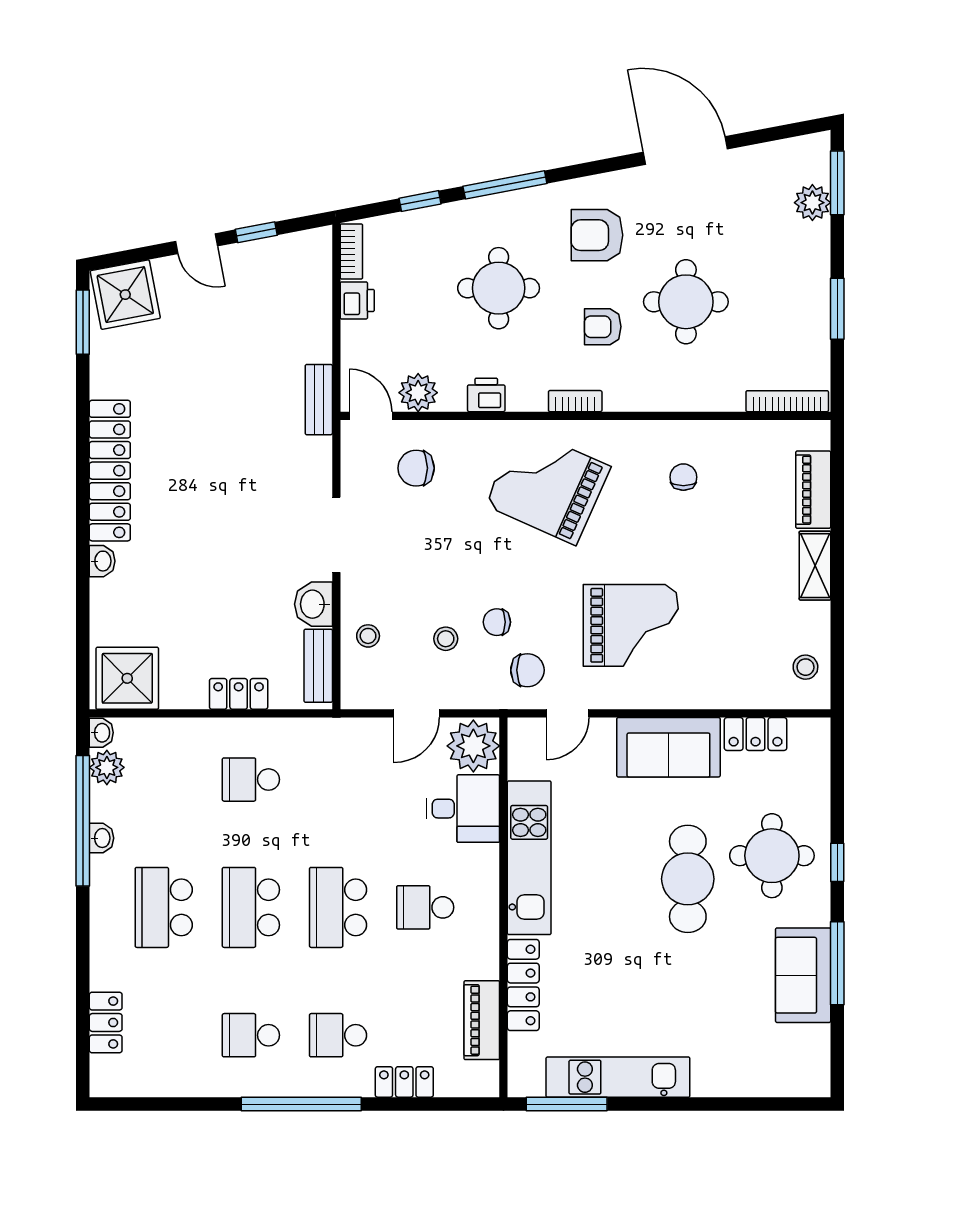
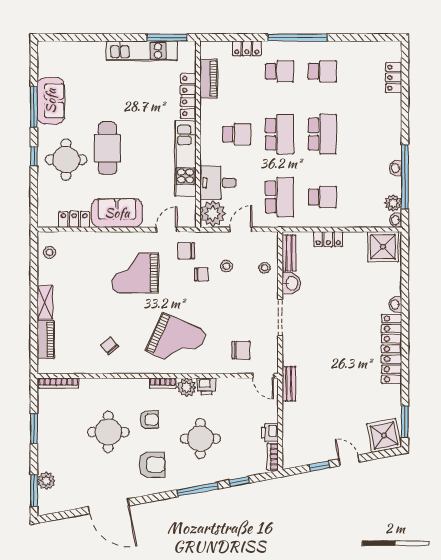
plant: (418, 393) -> (187, 387), moved
chair: (683, 477) -> (110, 346), turned 139
school desk: (164, 907) -> (279, 197), moved

